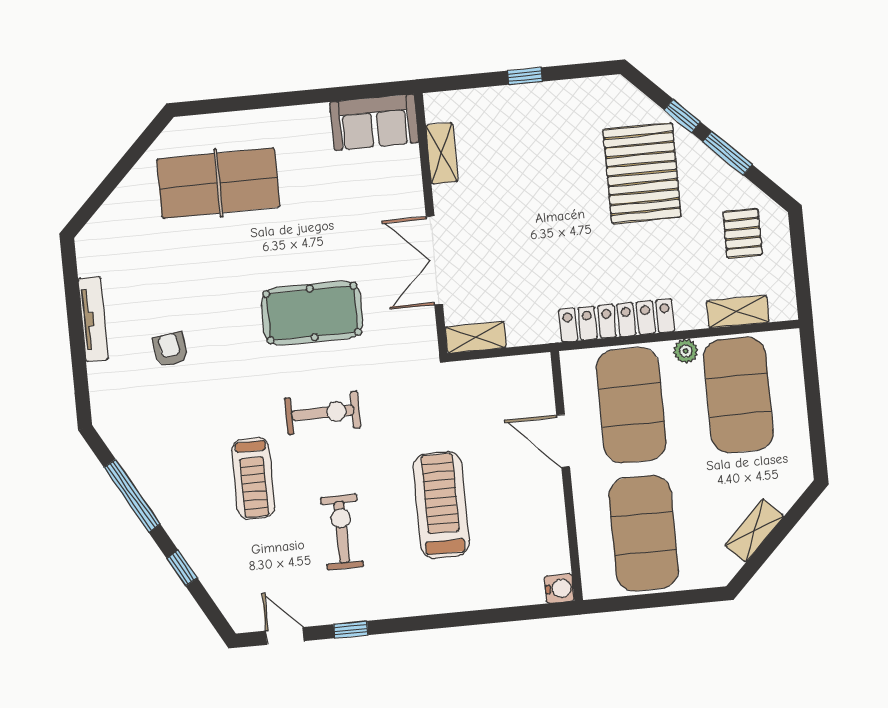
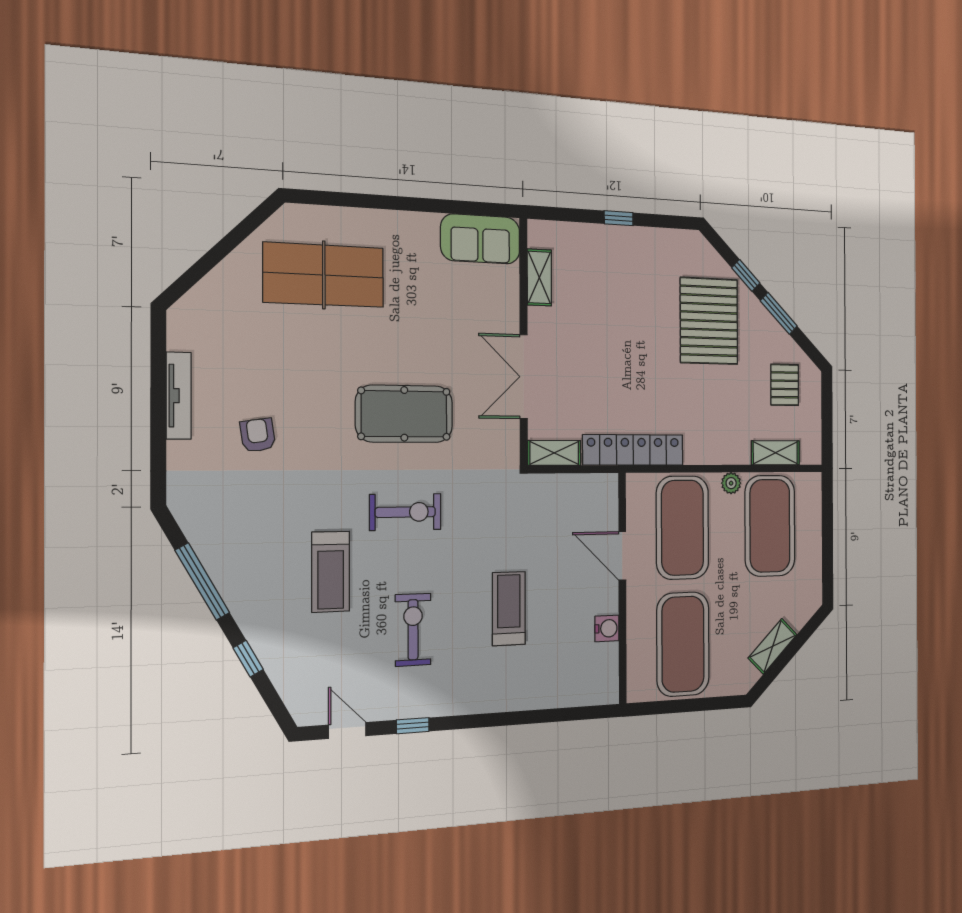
locker: (617, 320) -> (633, 450), moved
treadmill: (441, 505) -> (509, 609), width x0.73, depth x0.73
water cooler: (559, 589) -> (607, 628), moved

